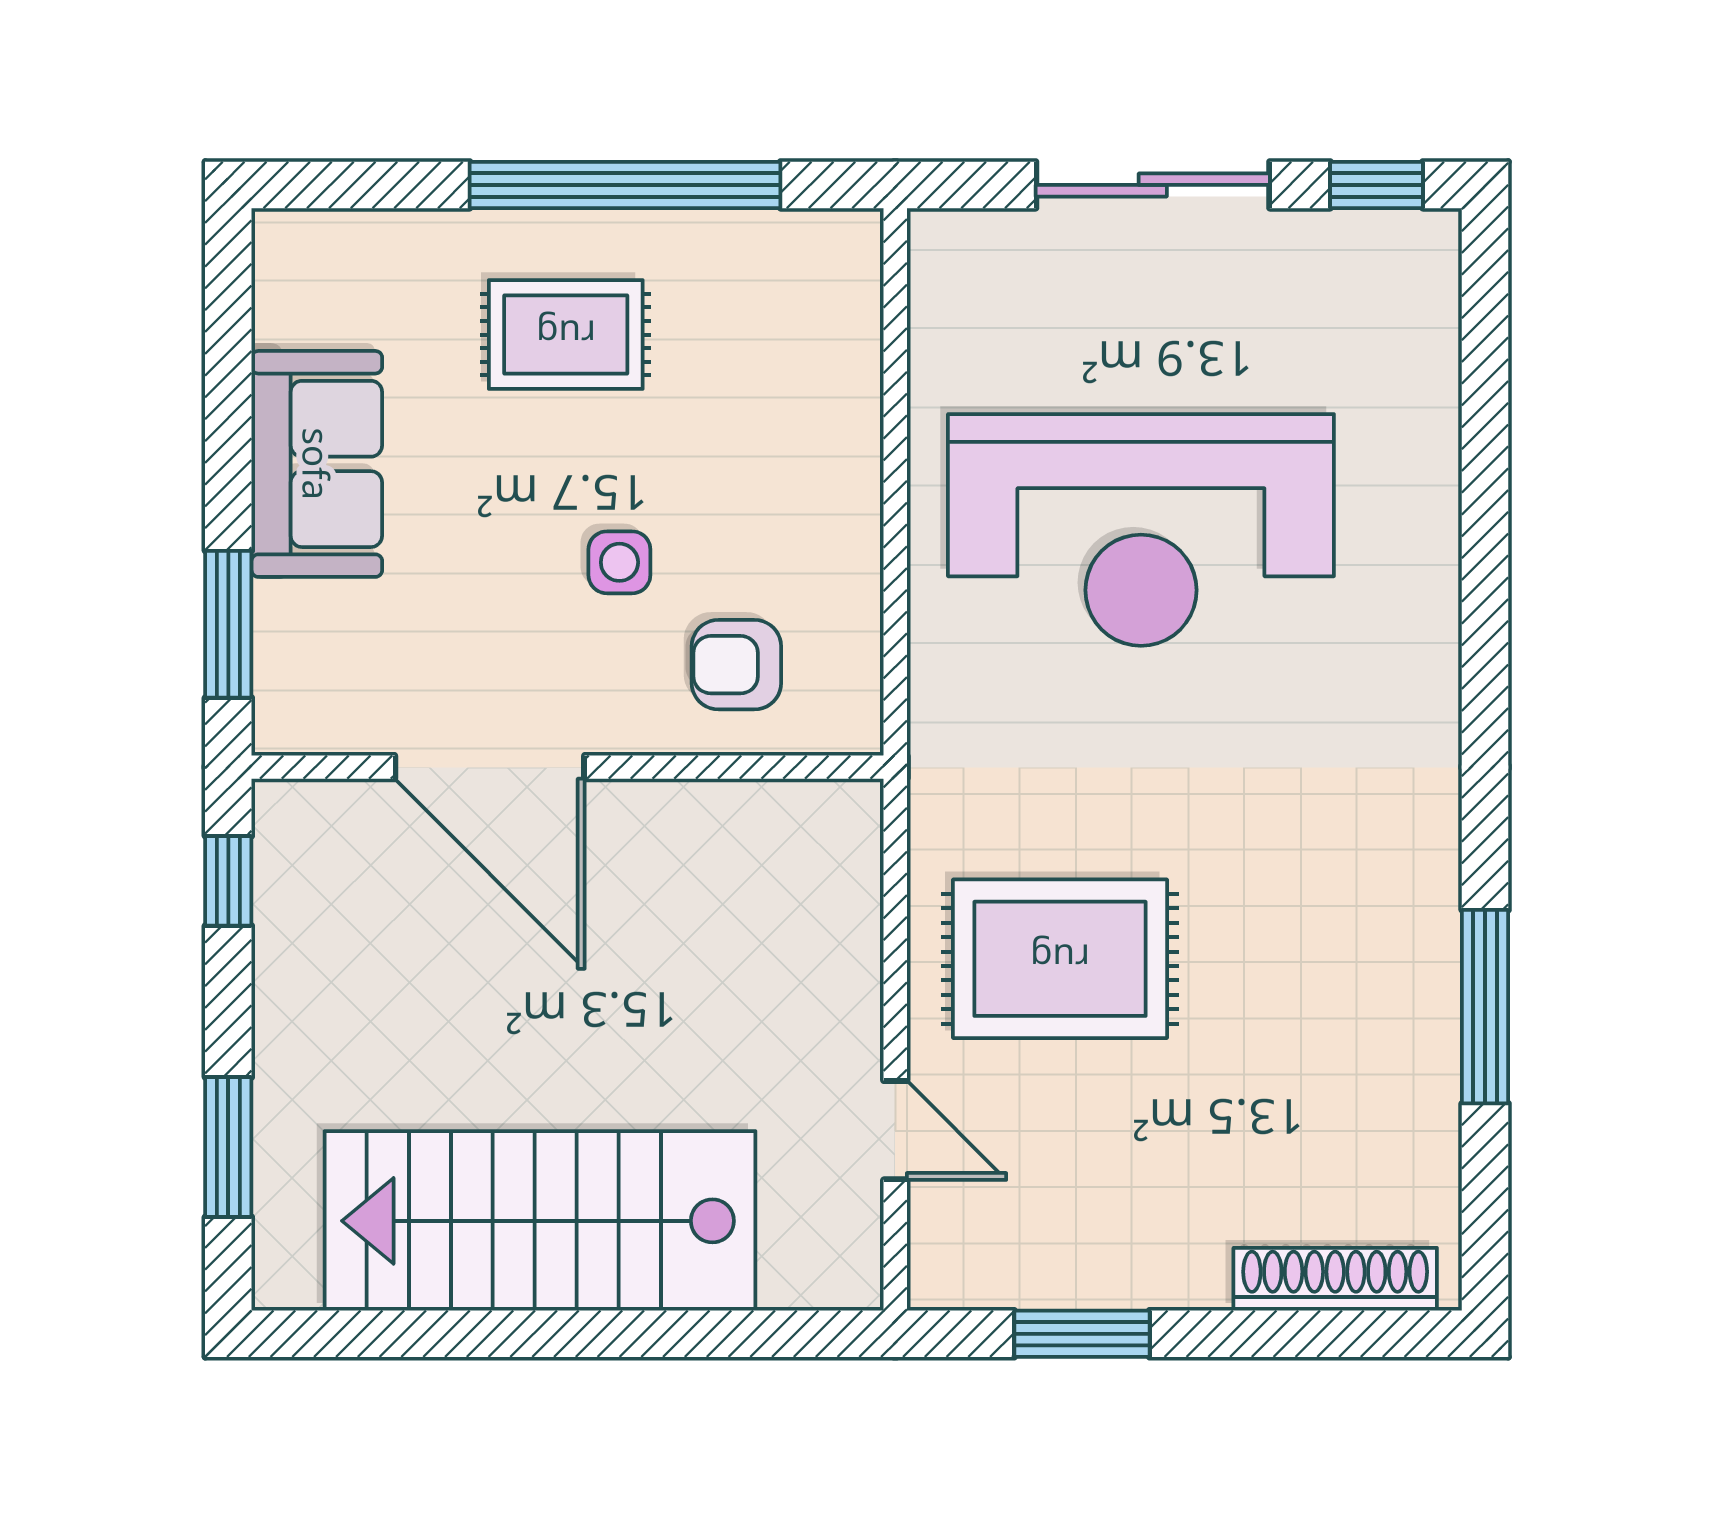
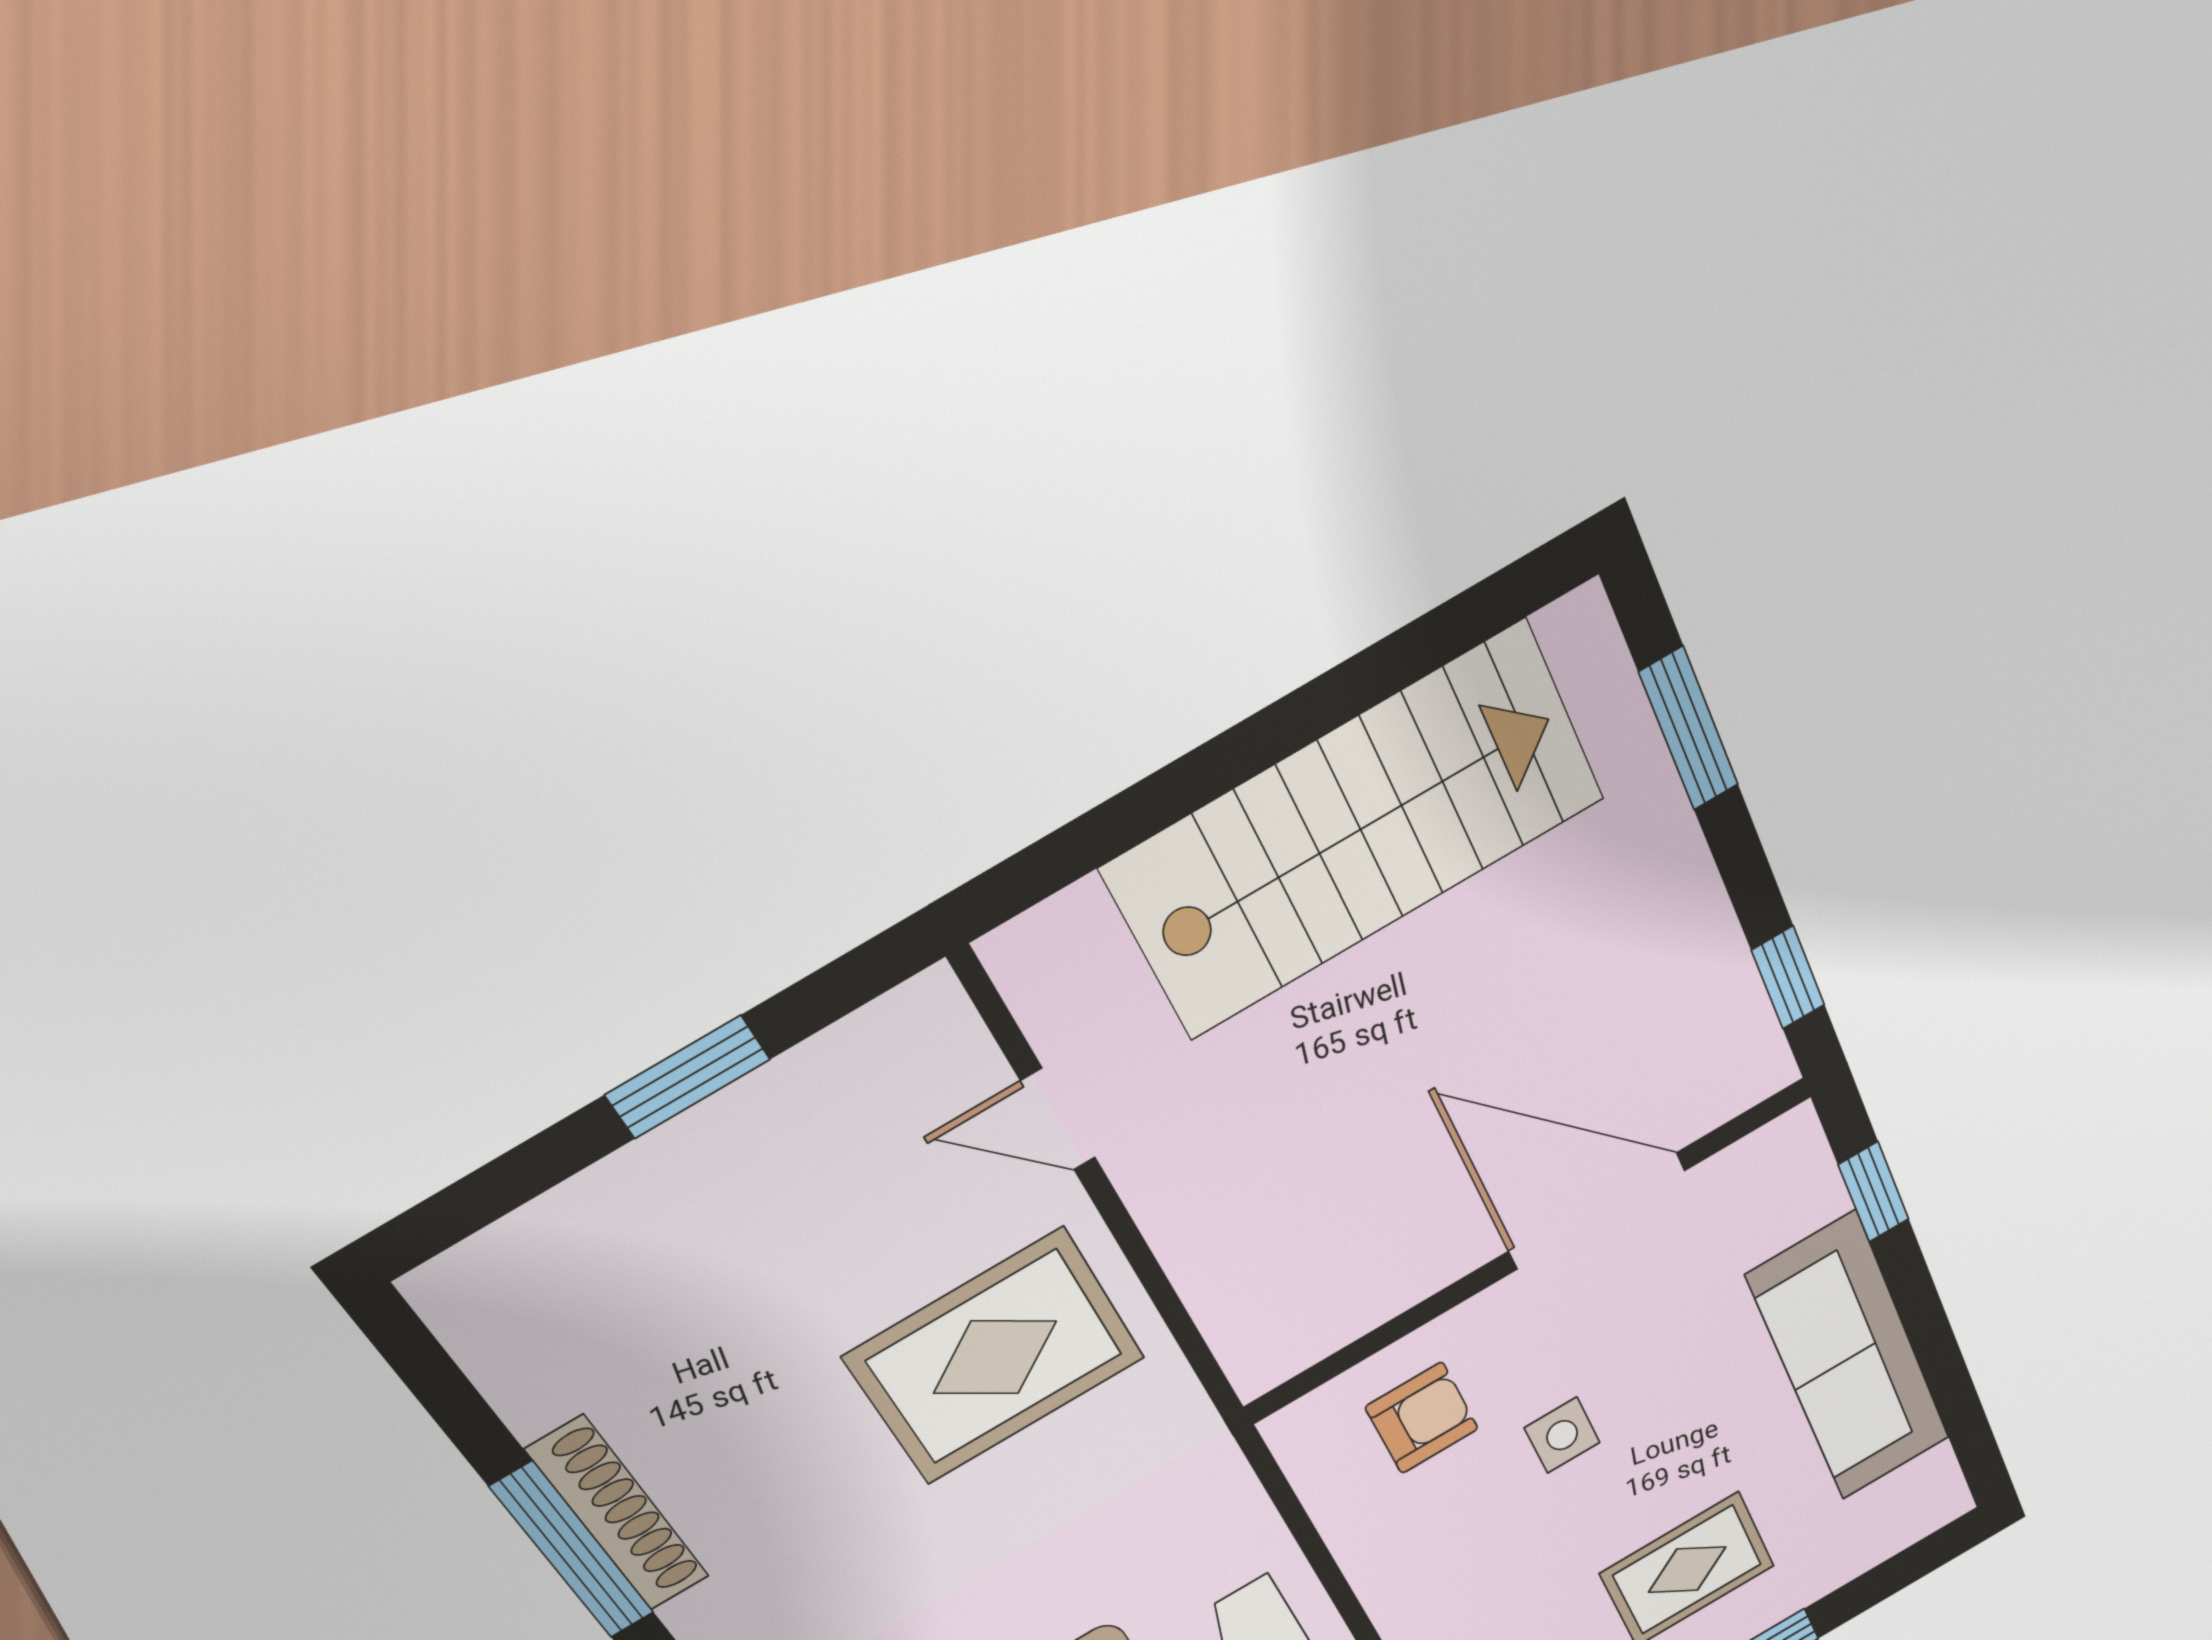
sofa: (317, 464) -> (1849, 1358), width x1.36
window: (228, 624) -> (1874, 1192), width x0.67
shoe rack: (1335, 1279) -> (618, 1514), moved, turned -90
window: (1082, 1334) -> (688, 1077), moved

